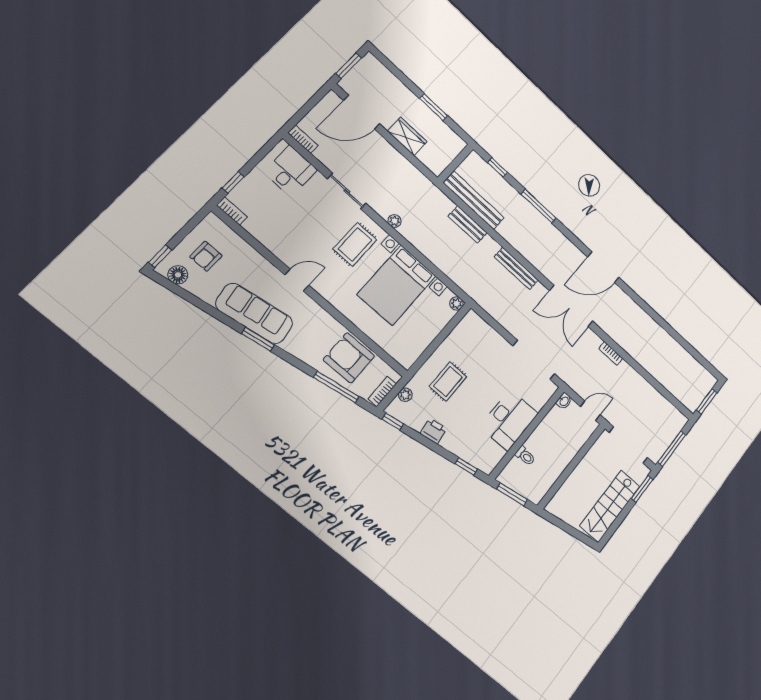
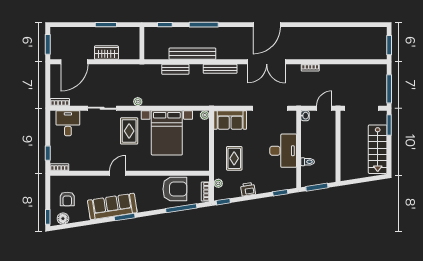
bench: (474, 200) -> (192, 54), moved
sofa: (480, 334) -> (230, 120), added
armchair: (349, 358) -> (175, 189), turned 180

